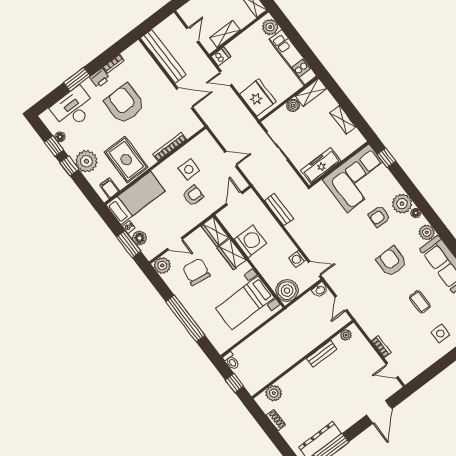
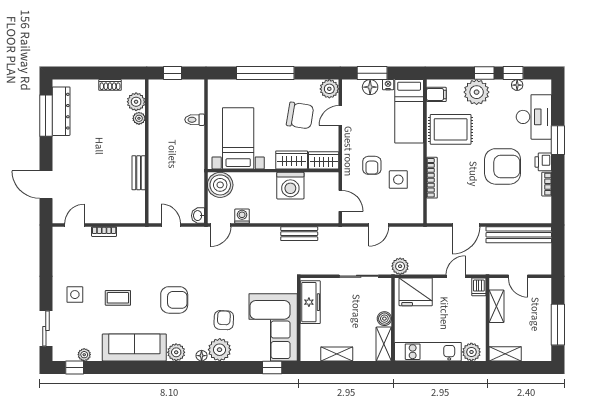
plant: (248, 122) -> (400, 266), added
plant: (346, 335) -> (139, 118), moved
toilet: (231, 361) -> (195, 120), moved

